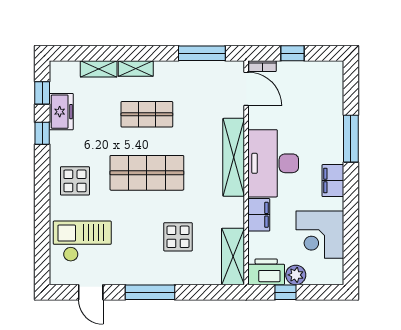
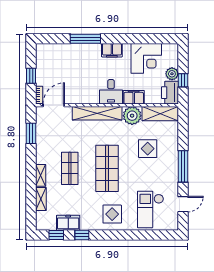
window: (202, 53) -> (31, 133), width x0.69
desk: (273, 163) -> (111, 92), width x0.53, depth x0.77
plant: (230, 212) -> (132, 116), added

